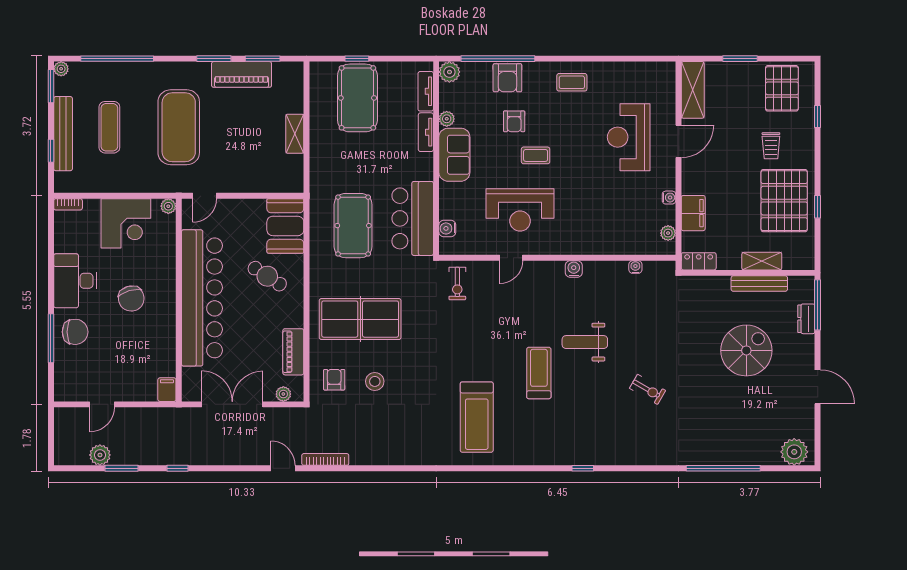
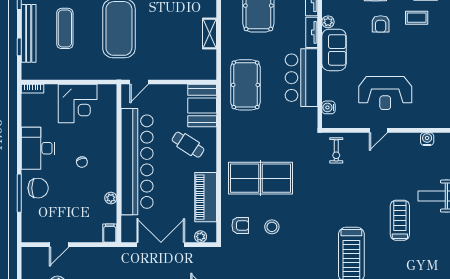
coffee table: (536, 155) -> (417, 18), moved
plant: (168, 206) -> (111, 198), moved
bar counter: (413, 218) -> (301, 78), moved
pool table: (353, 226) -> (245, 85), moved
chair: (131, 299) -> (82, 162), width x0.54, depth x0.54
piano: (293, 352) -> (206, 197), width x1.37, depth x1.33
armchair: (334, 380) -> (240, 225), turned 90

